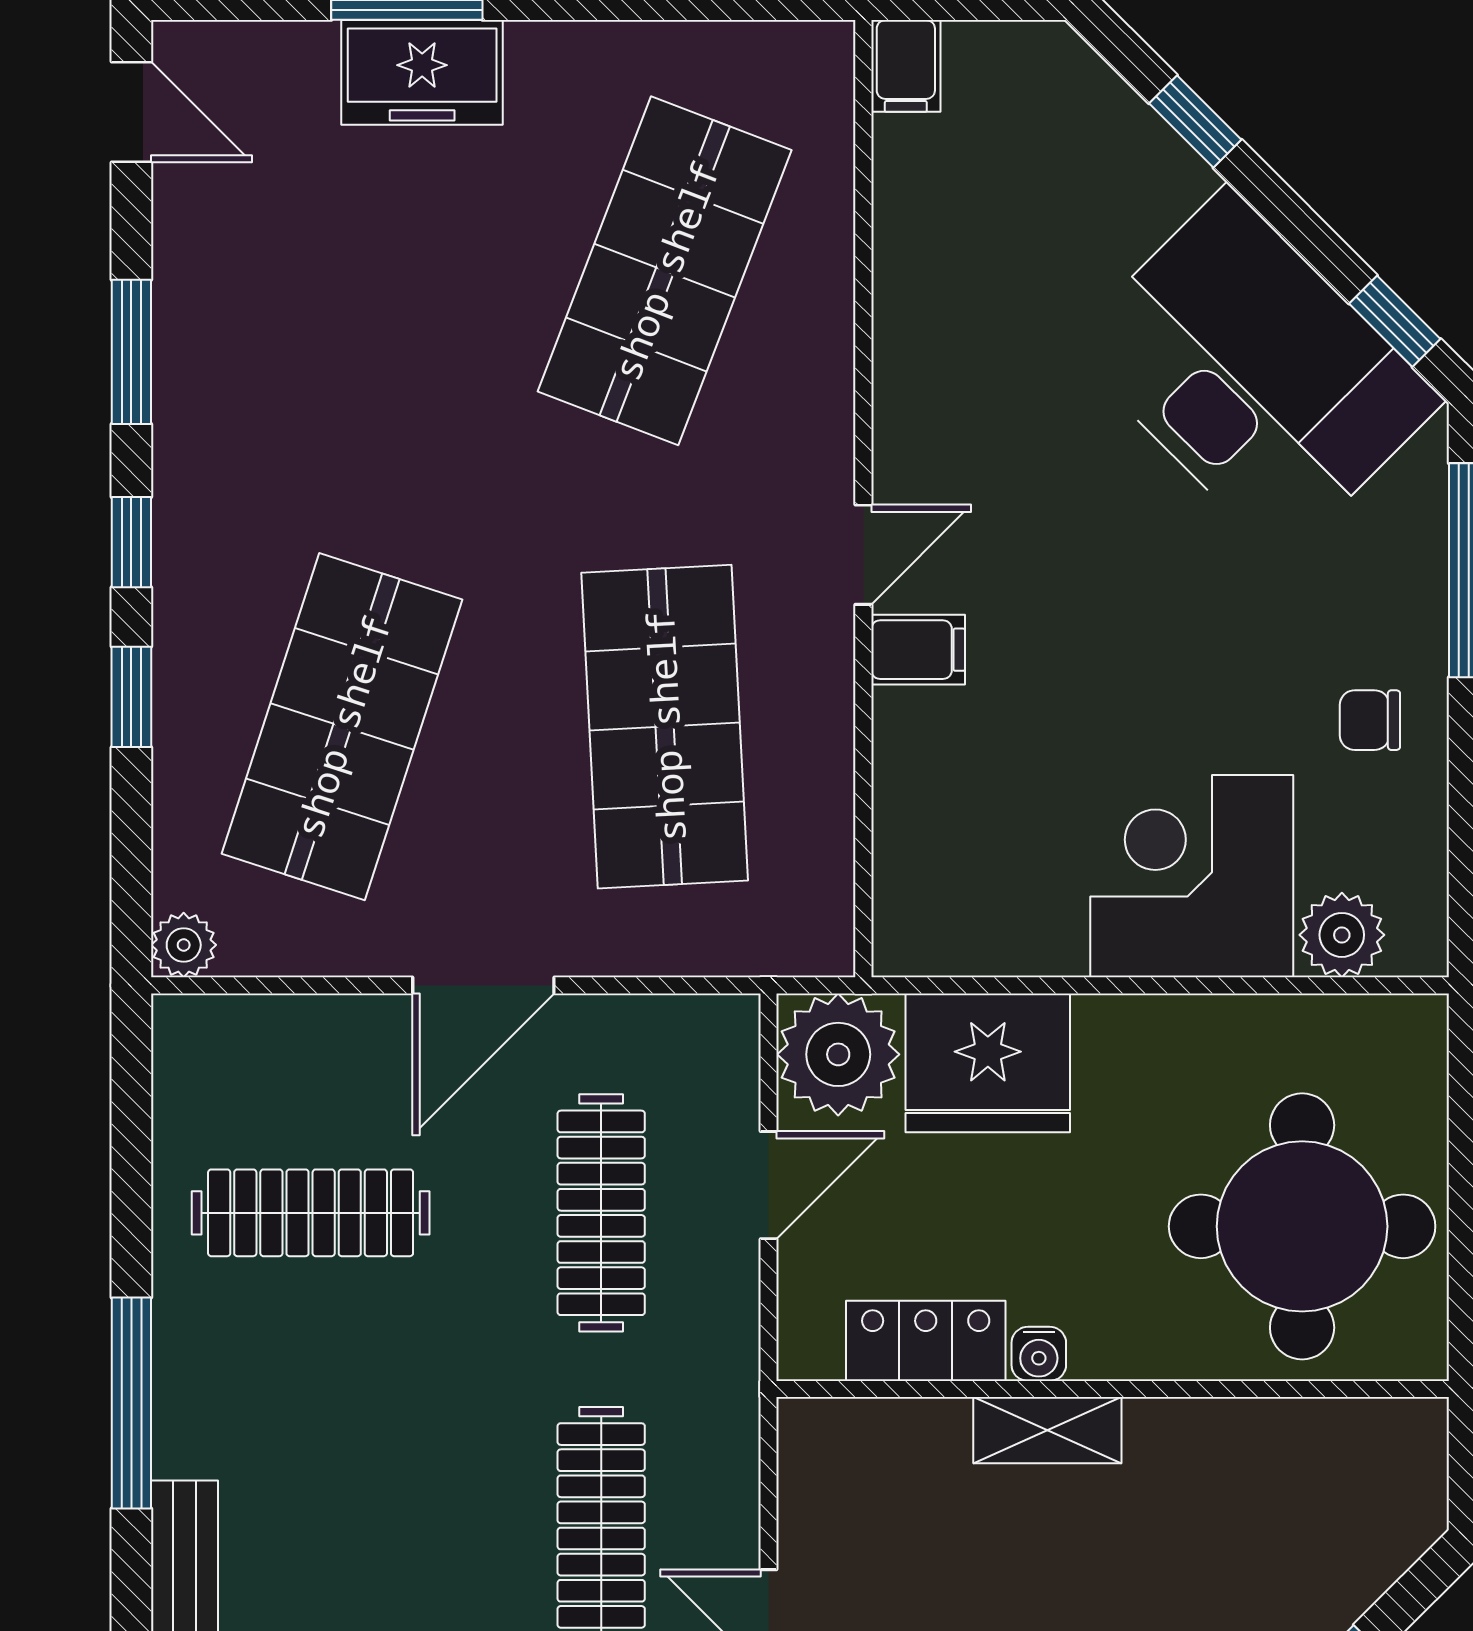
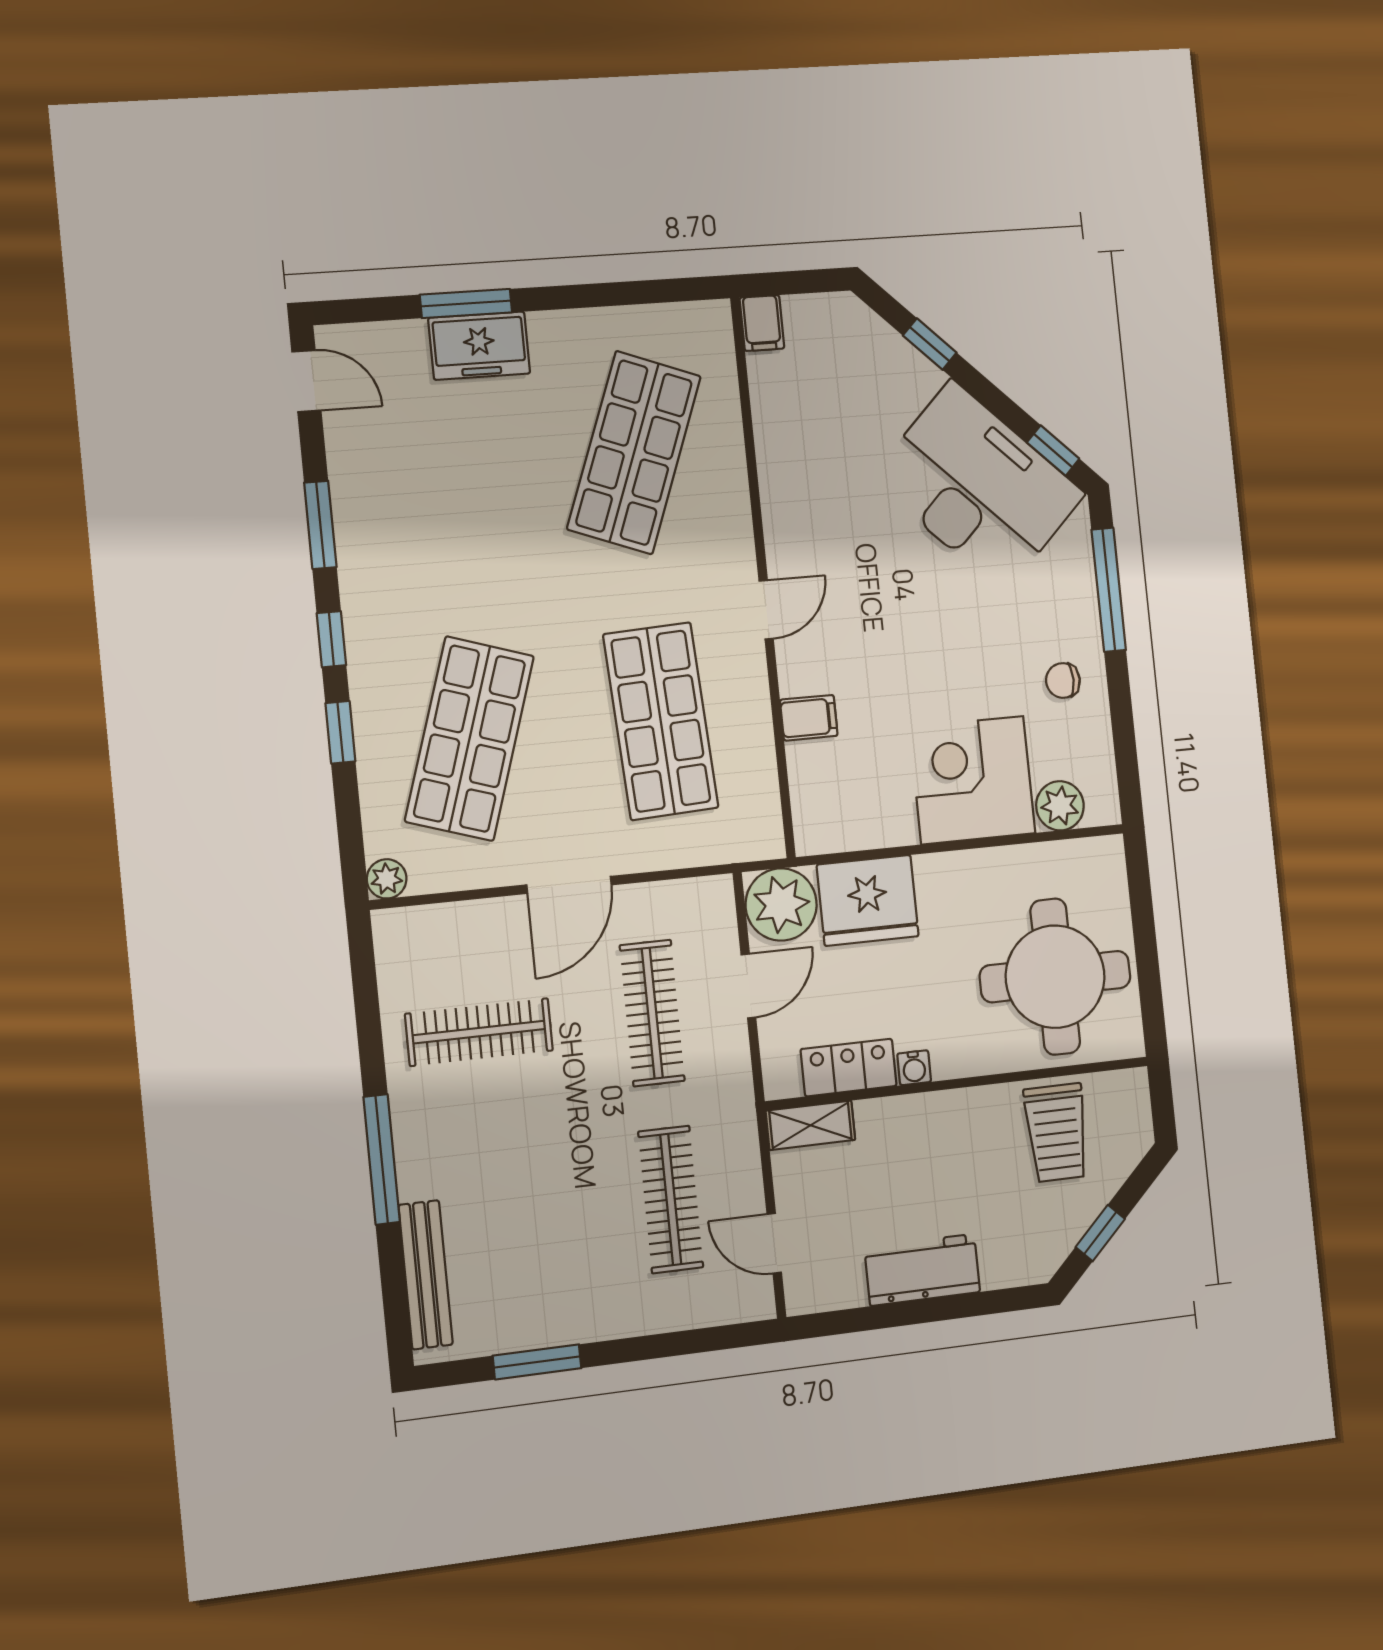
filing cabinet: (918, 650) -> (809, 718), moved
shelving: (1047, 1430) -> (810, 1125), moved
trolley: (1276, 1492) -> (1057, 1133), added

